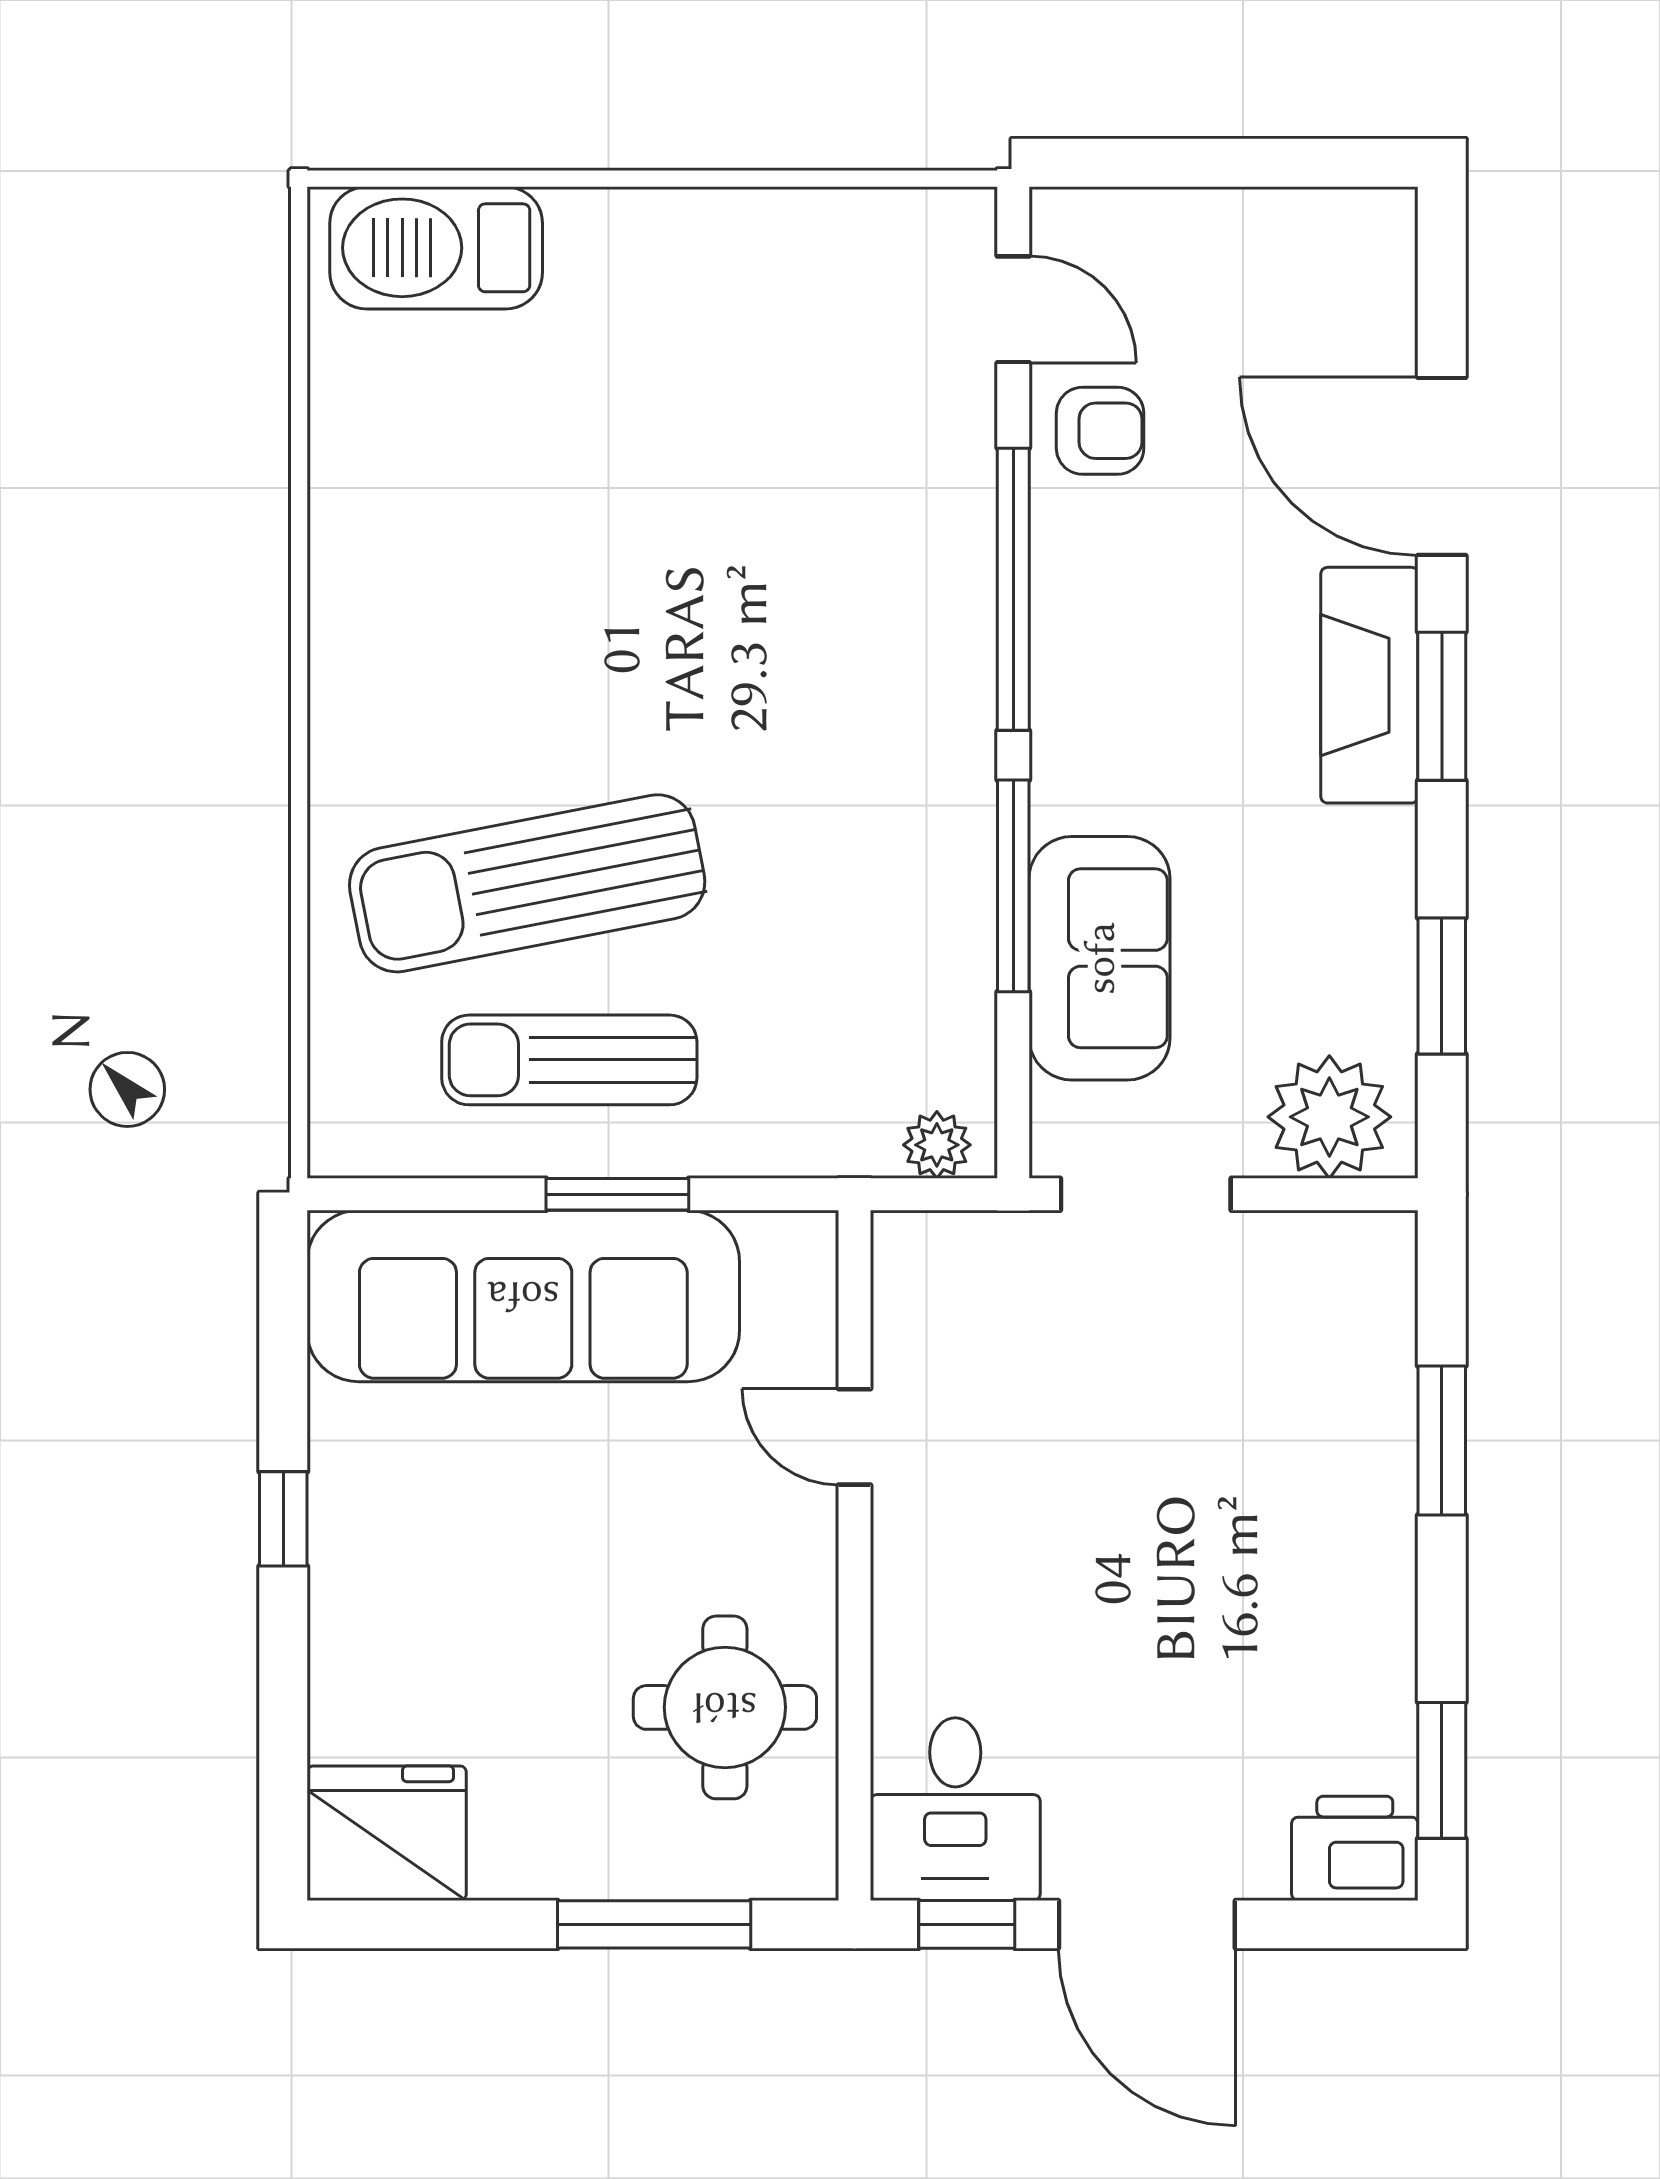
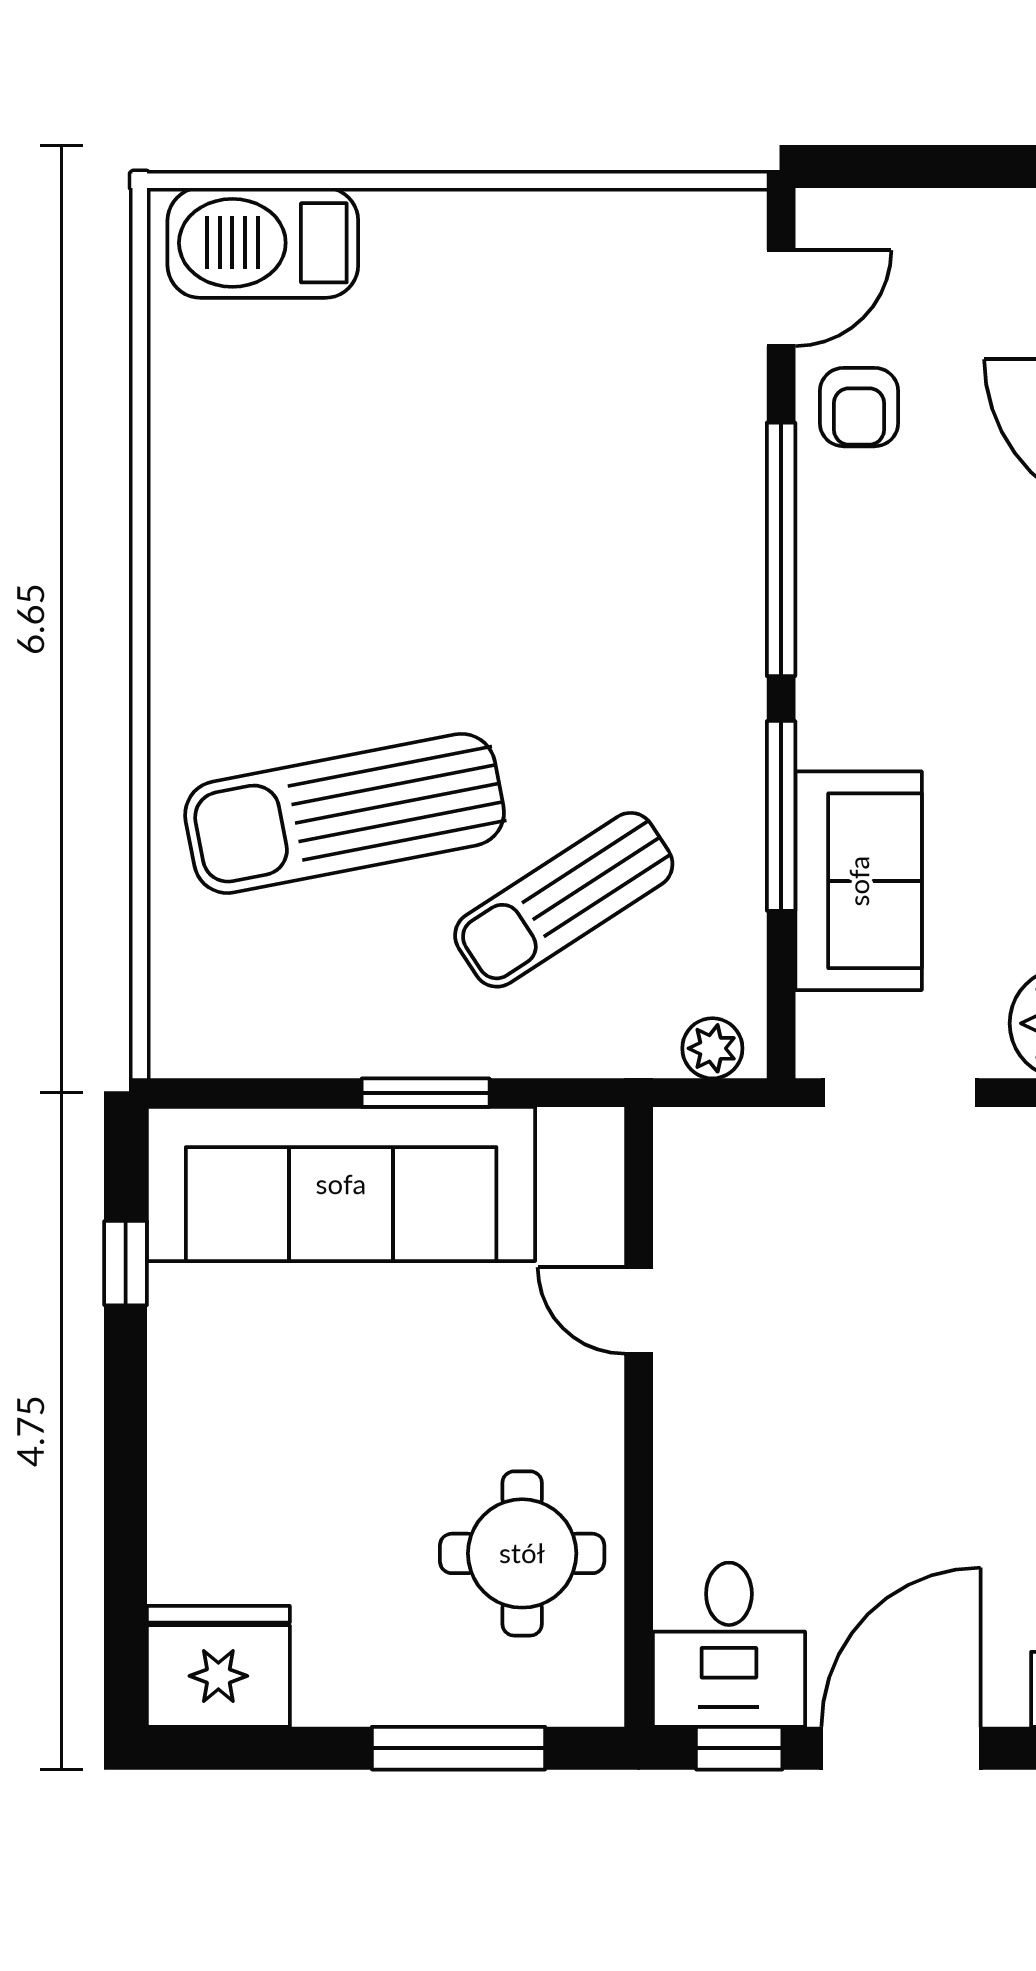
door: (1013, 309) -> (781, 298), hinge flipped
armchair: (1100, 431) -> (859, 407), turned 90
sun lounger: (569, 1060) -> (564, 900), moved, turned -33
window: (283, 1519) -> (126, 1263), moved
door: (1147, 1924) -> (901, 1748), swing flipped

